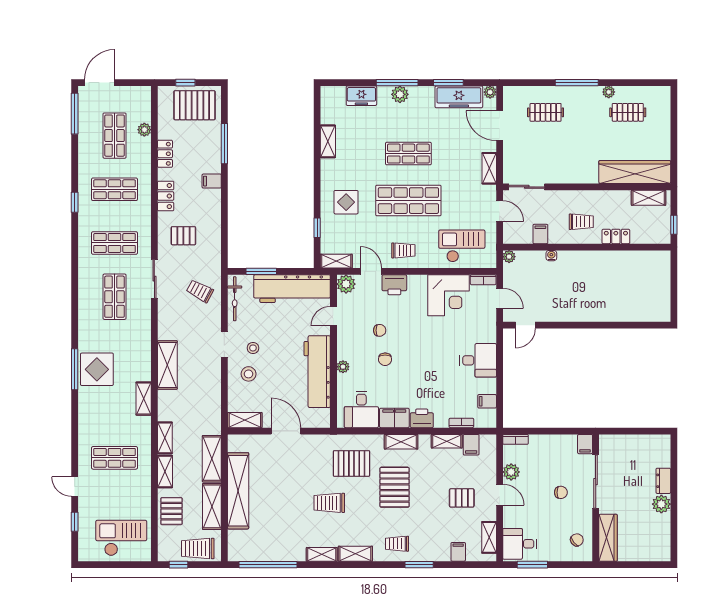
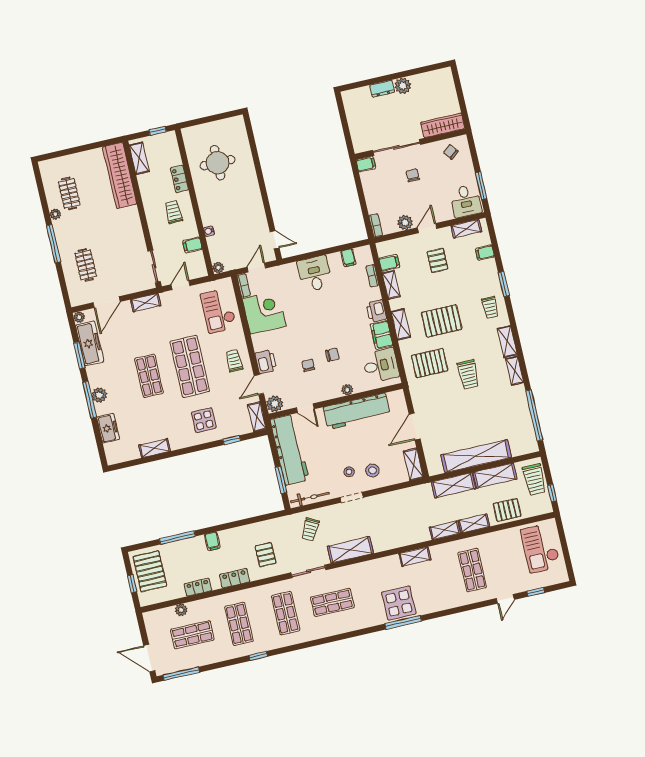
round table: (624, 282) -> (218, 163), added
shelving: (167, 365) -> (350, 550), moved
pallet: (351, 463) -> (430, 363), turned 90

